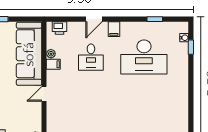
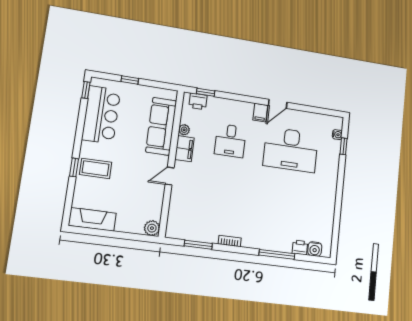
door: (94, 19) -> (278, 104), moved
window: (155, 19) -> (206, 92), moved
sofa: (29, 54) -> (161, 126), width x0.74, depth x0.79
filing cabinet: (53, 64) -> (184, 149), width x2.00

